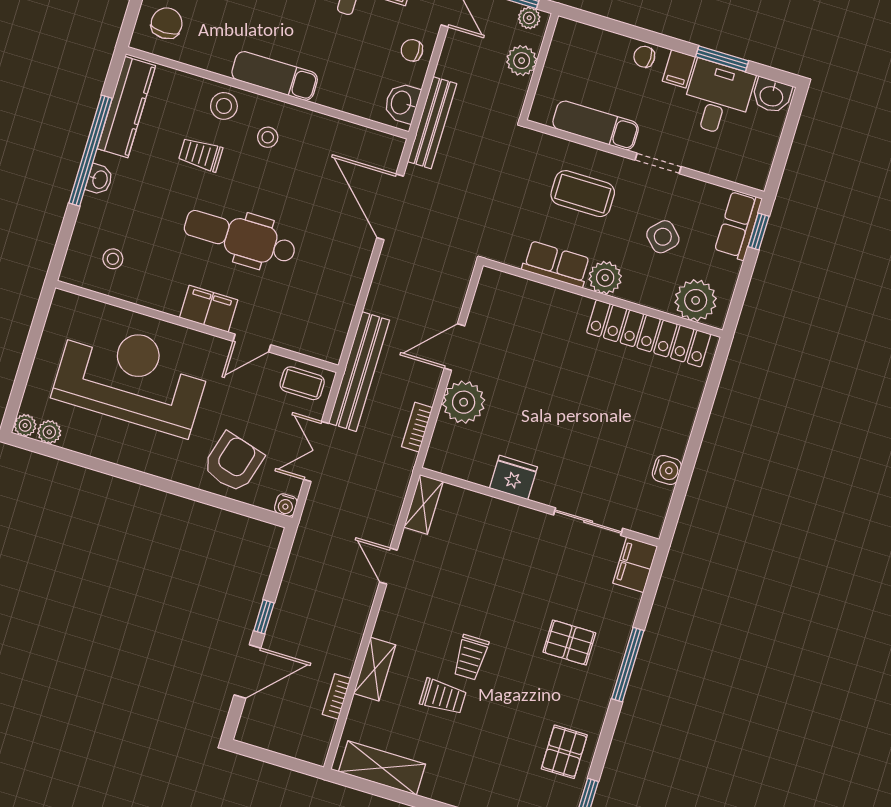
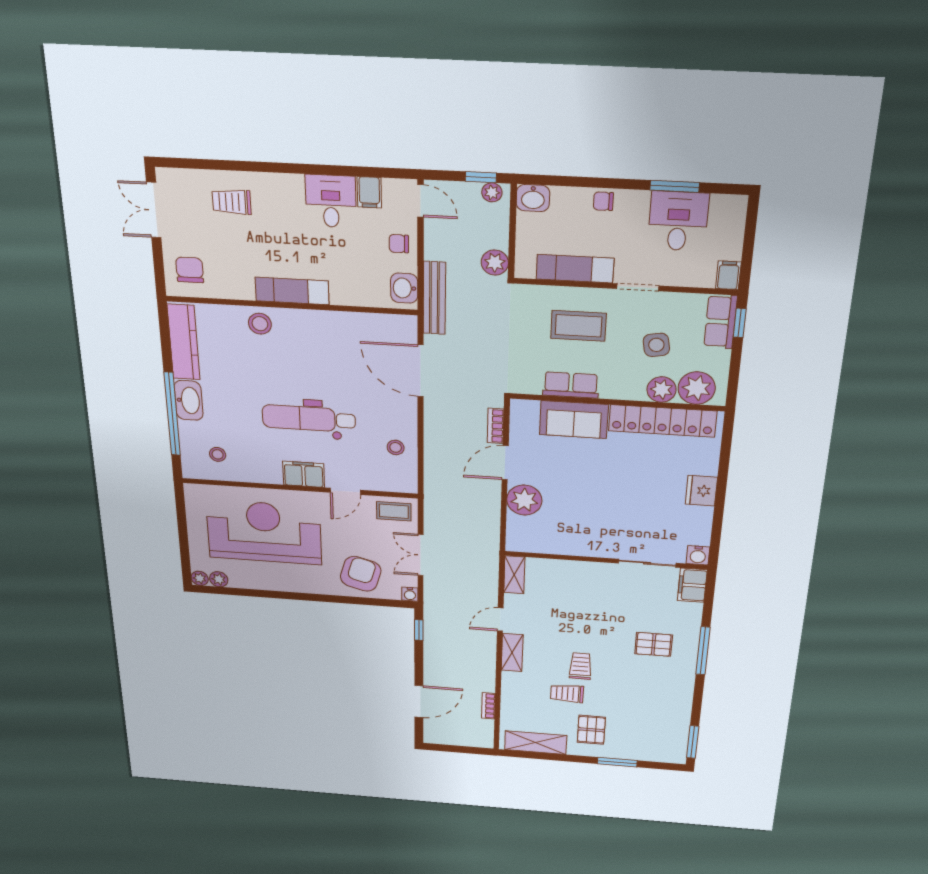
plant: (522, 61) -> (495, 263), moved
filing cabinet: (679, 69) -> (728, 275), moved, turned 180
washbasin: (772, 95) -> (533, 198), moved
stool: (268, 137) -> (396, 447), moved
window: (91, 151) -> (172, 414), moved
trolley: (201, 154) -> (255, 365), removed
washbasin: (99, 179) -> (189, 400), width x1.91, depth x1.45
side table: (663, 237) -> (656, 345), turned 35
plant: (605, 278) -> (662, 390), moved
sofa: (549, 309) -> (574, 420), added
bench: (359, 372) -> (435, 495), removed
bookcase: (417, 427) -> (496, 426), moved
water cooler: (667, 470) -> (698, 555), moved, turned 90
fridge: (513, 478) -> (701, 491), moved, turned -90
door: (388, 566) -> (500, 619), hinge flipped
window: (264, 617) -> (419, 630), moved
trolley: (471, 657) -> (580, 666), turned 180
shelving: (375, 669) -> (512, 653), moved
trolley: (443, 697) -> (567, 693), turned 180
pallet: (564, 752) -> (591, 730), moved

